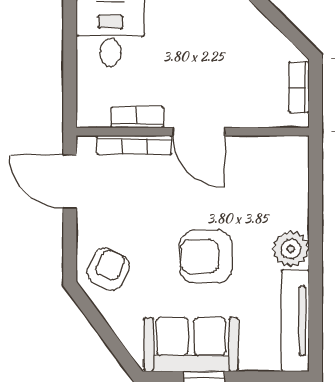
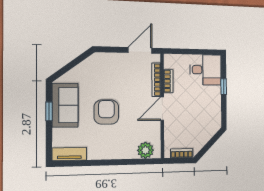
plant: (291, 249) -> (145, 150), moved
armchair: (108, 269) -> (100, 67), removed
tv unit: (295, 321) -> (69, 154), width x0.71

